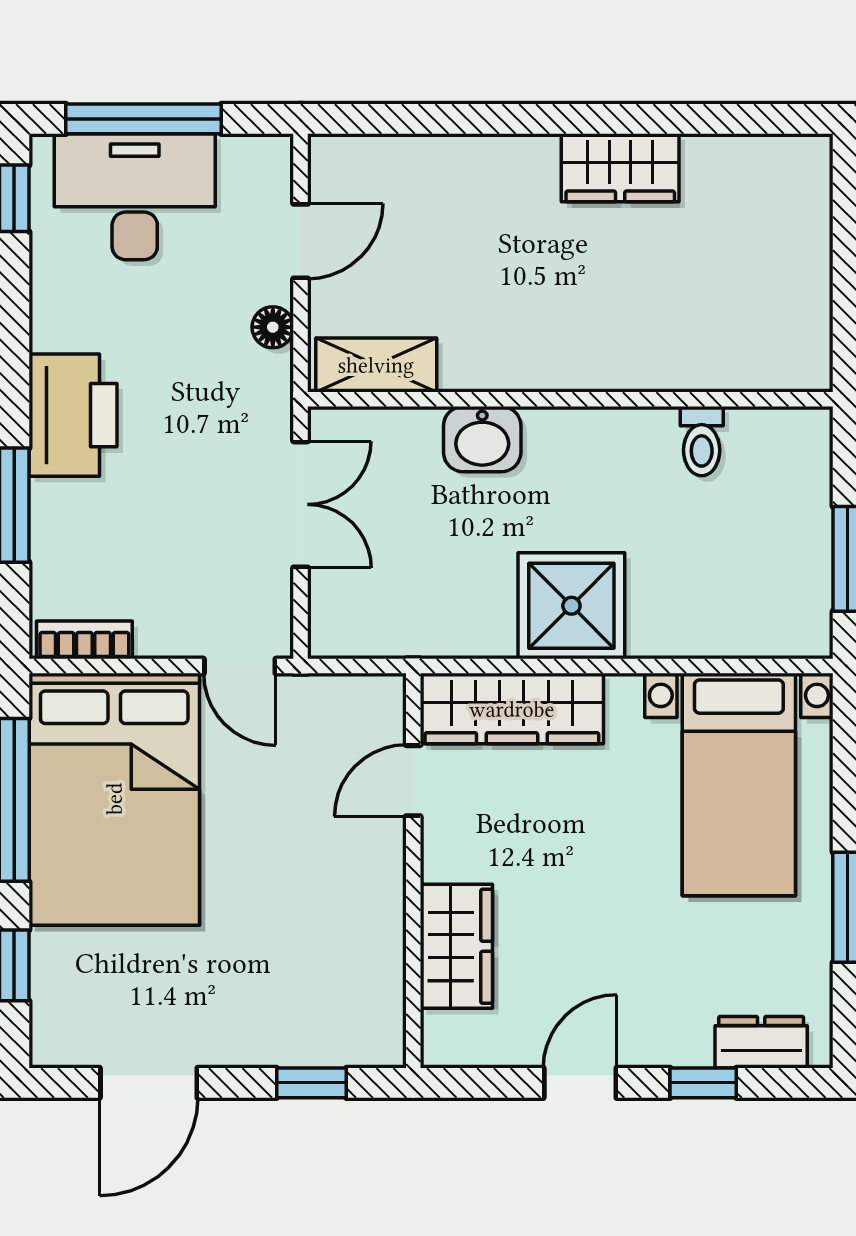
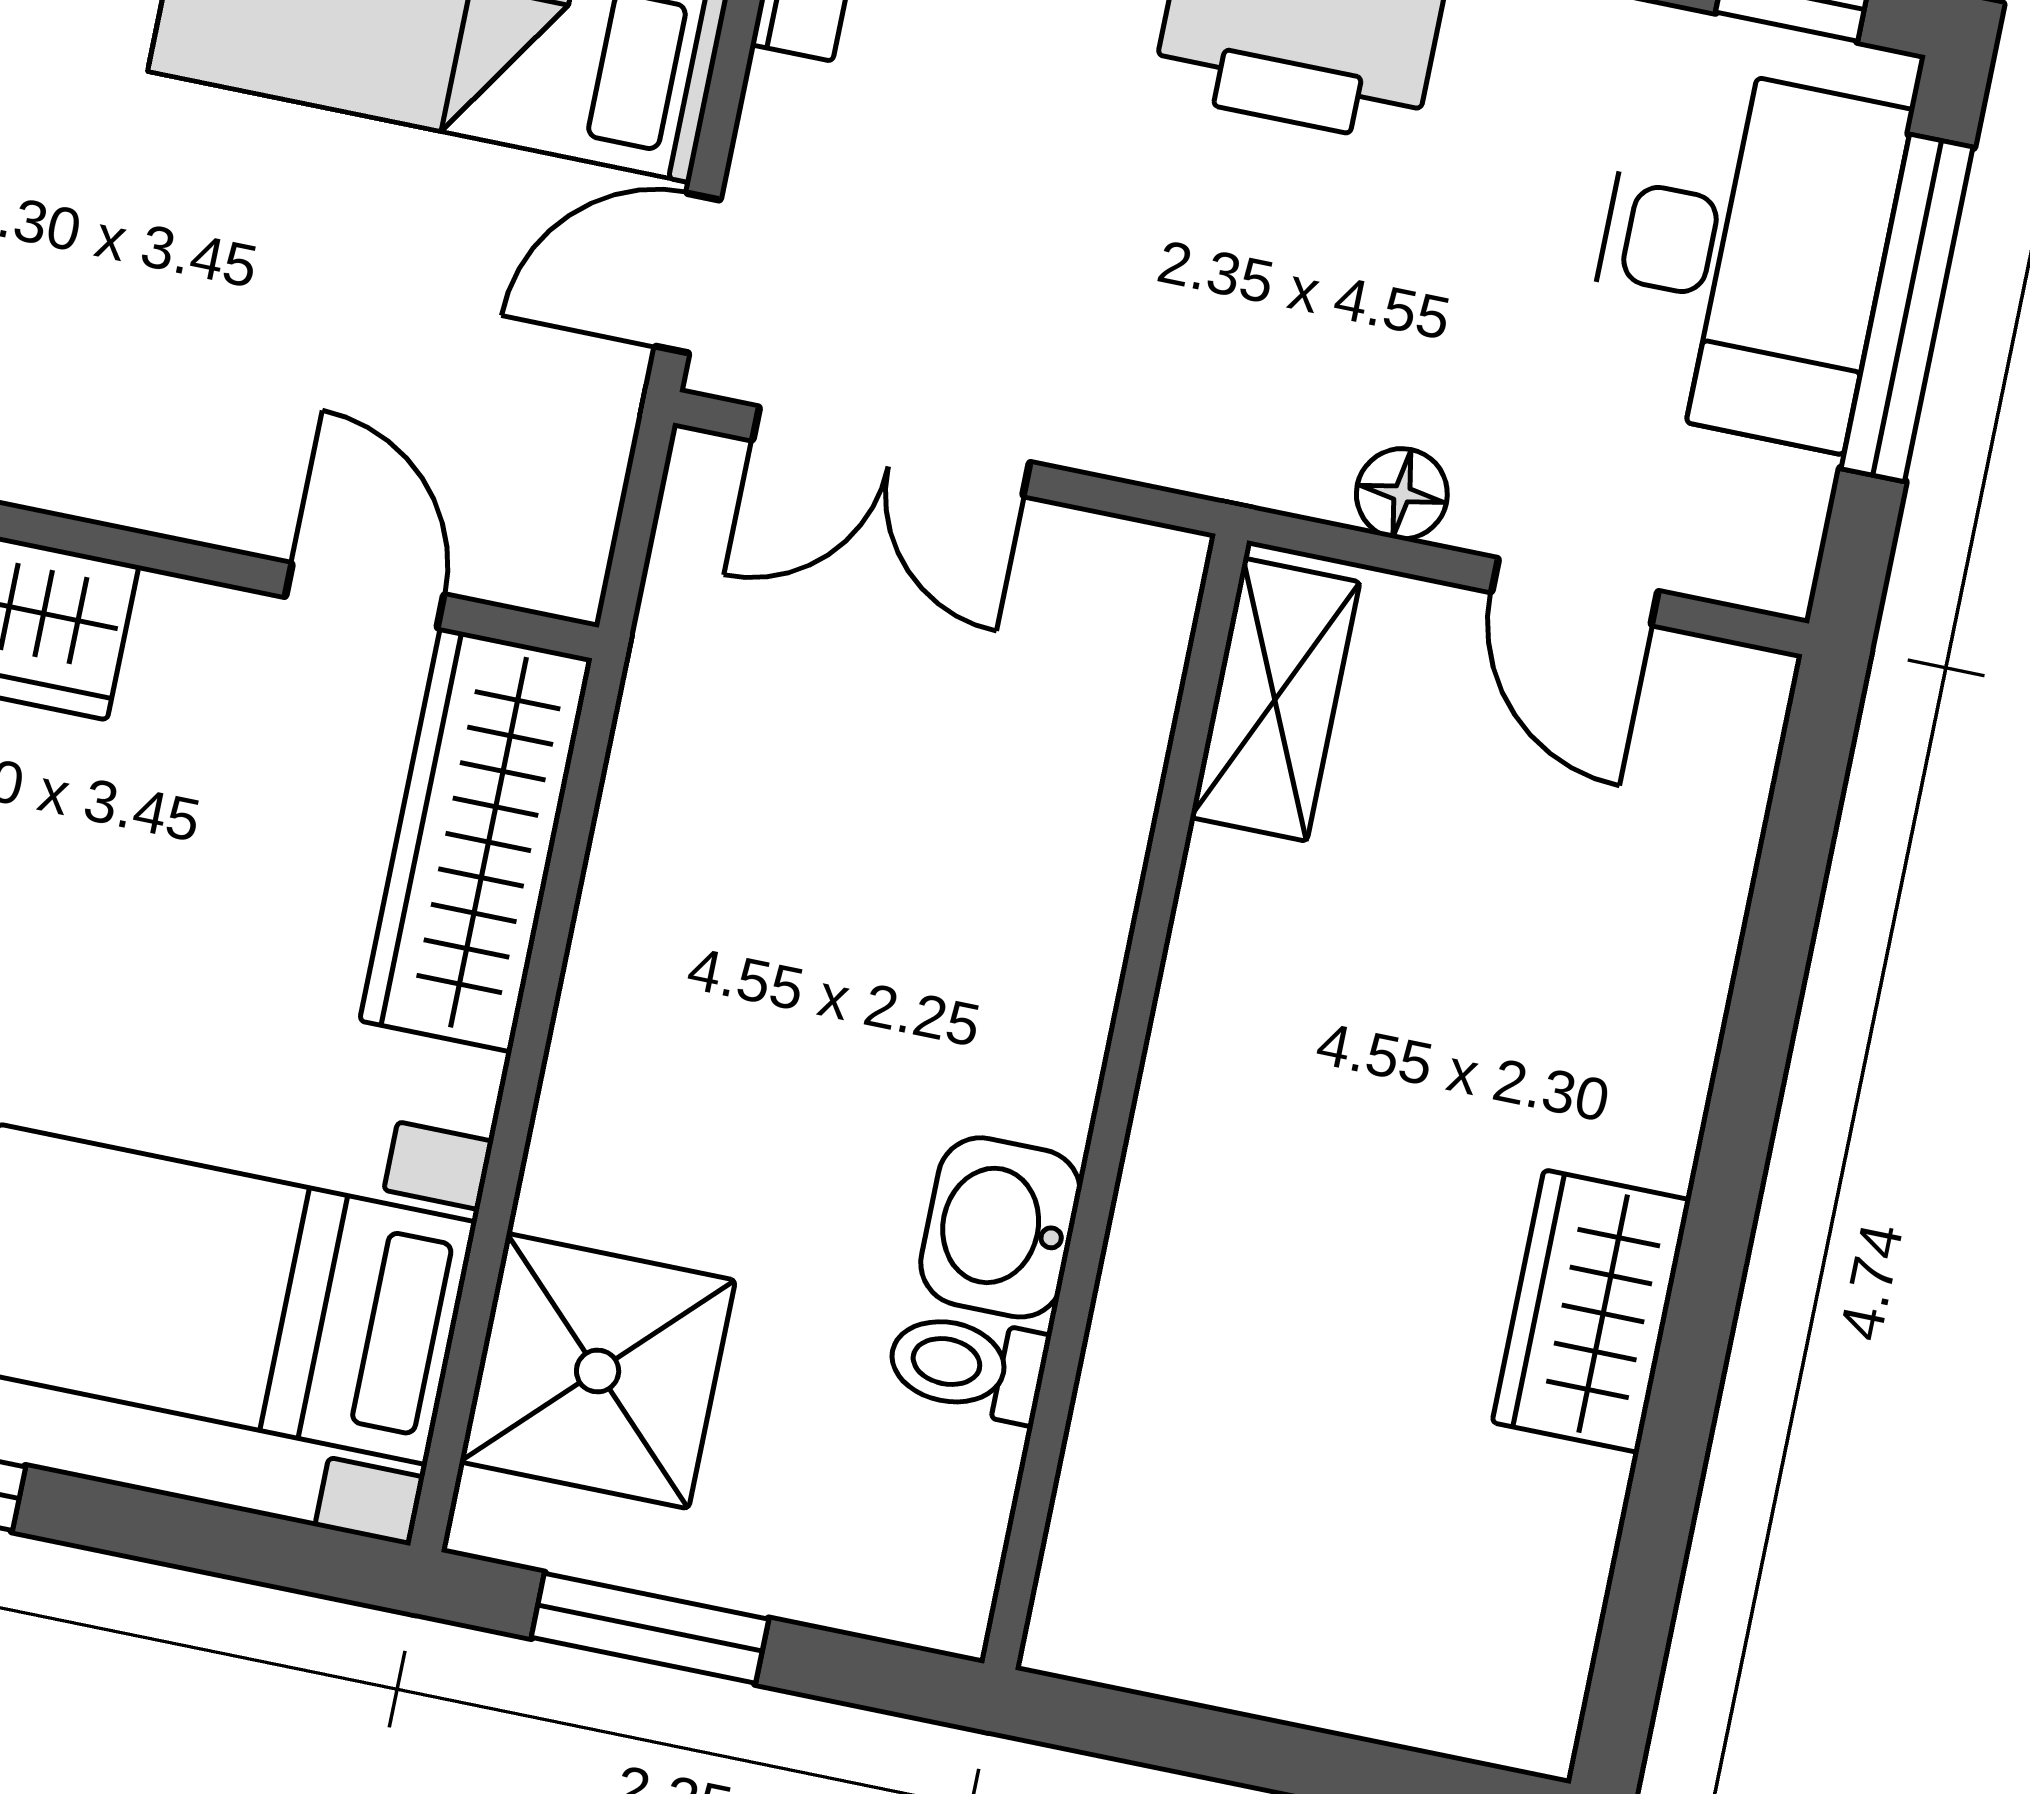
washbasin: (482, 439) -> (1001, 1227), moved
double door: (301, 504) -> (891, 451), moved
shower: (571, 606) -> (598, 1371), moved

